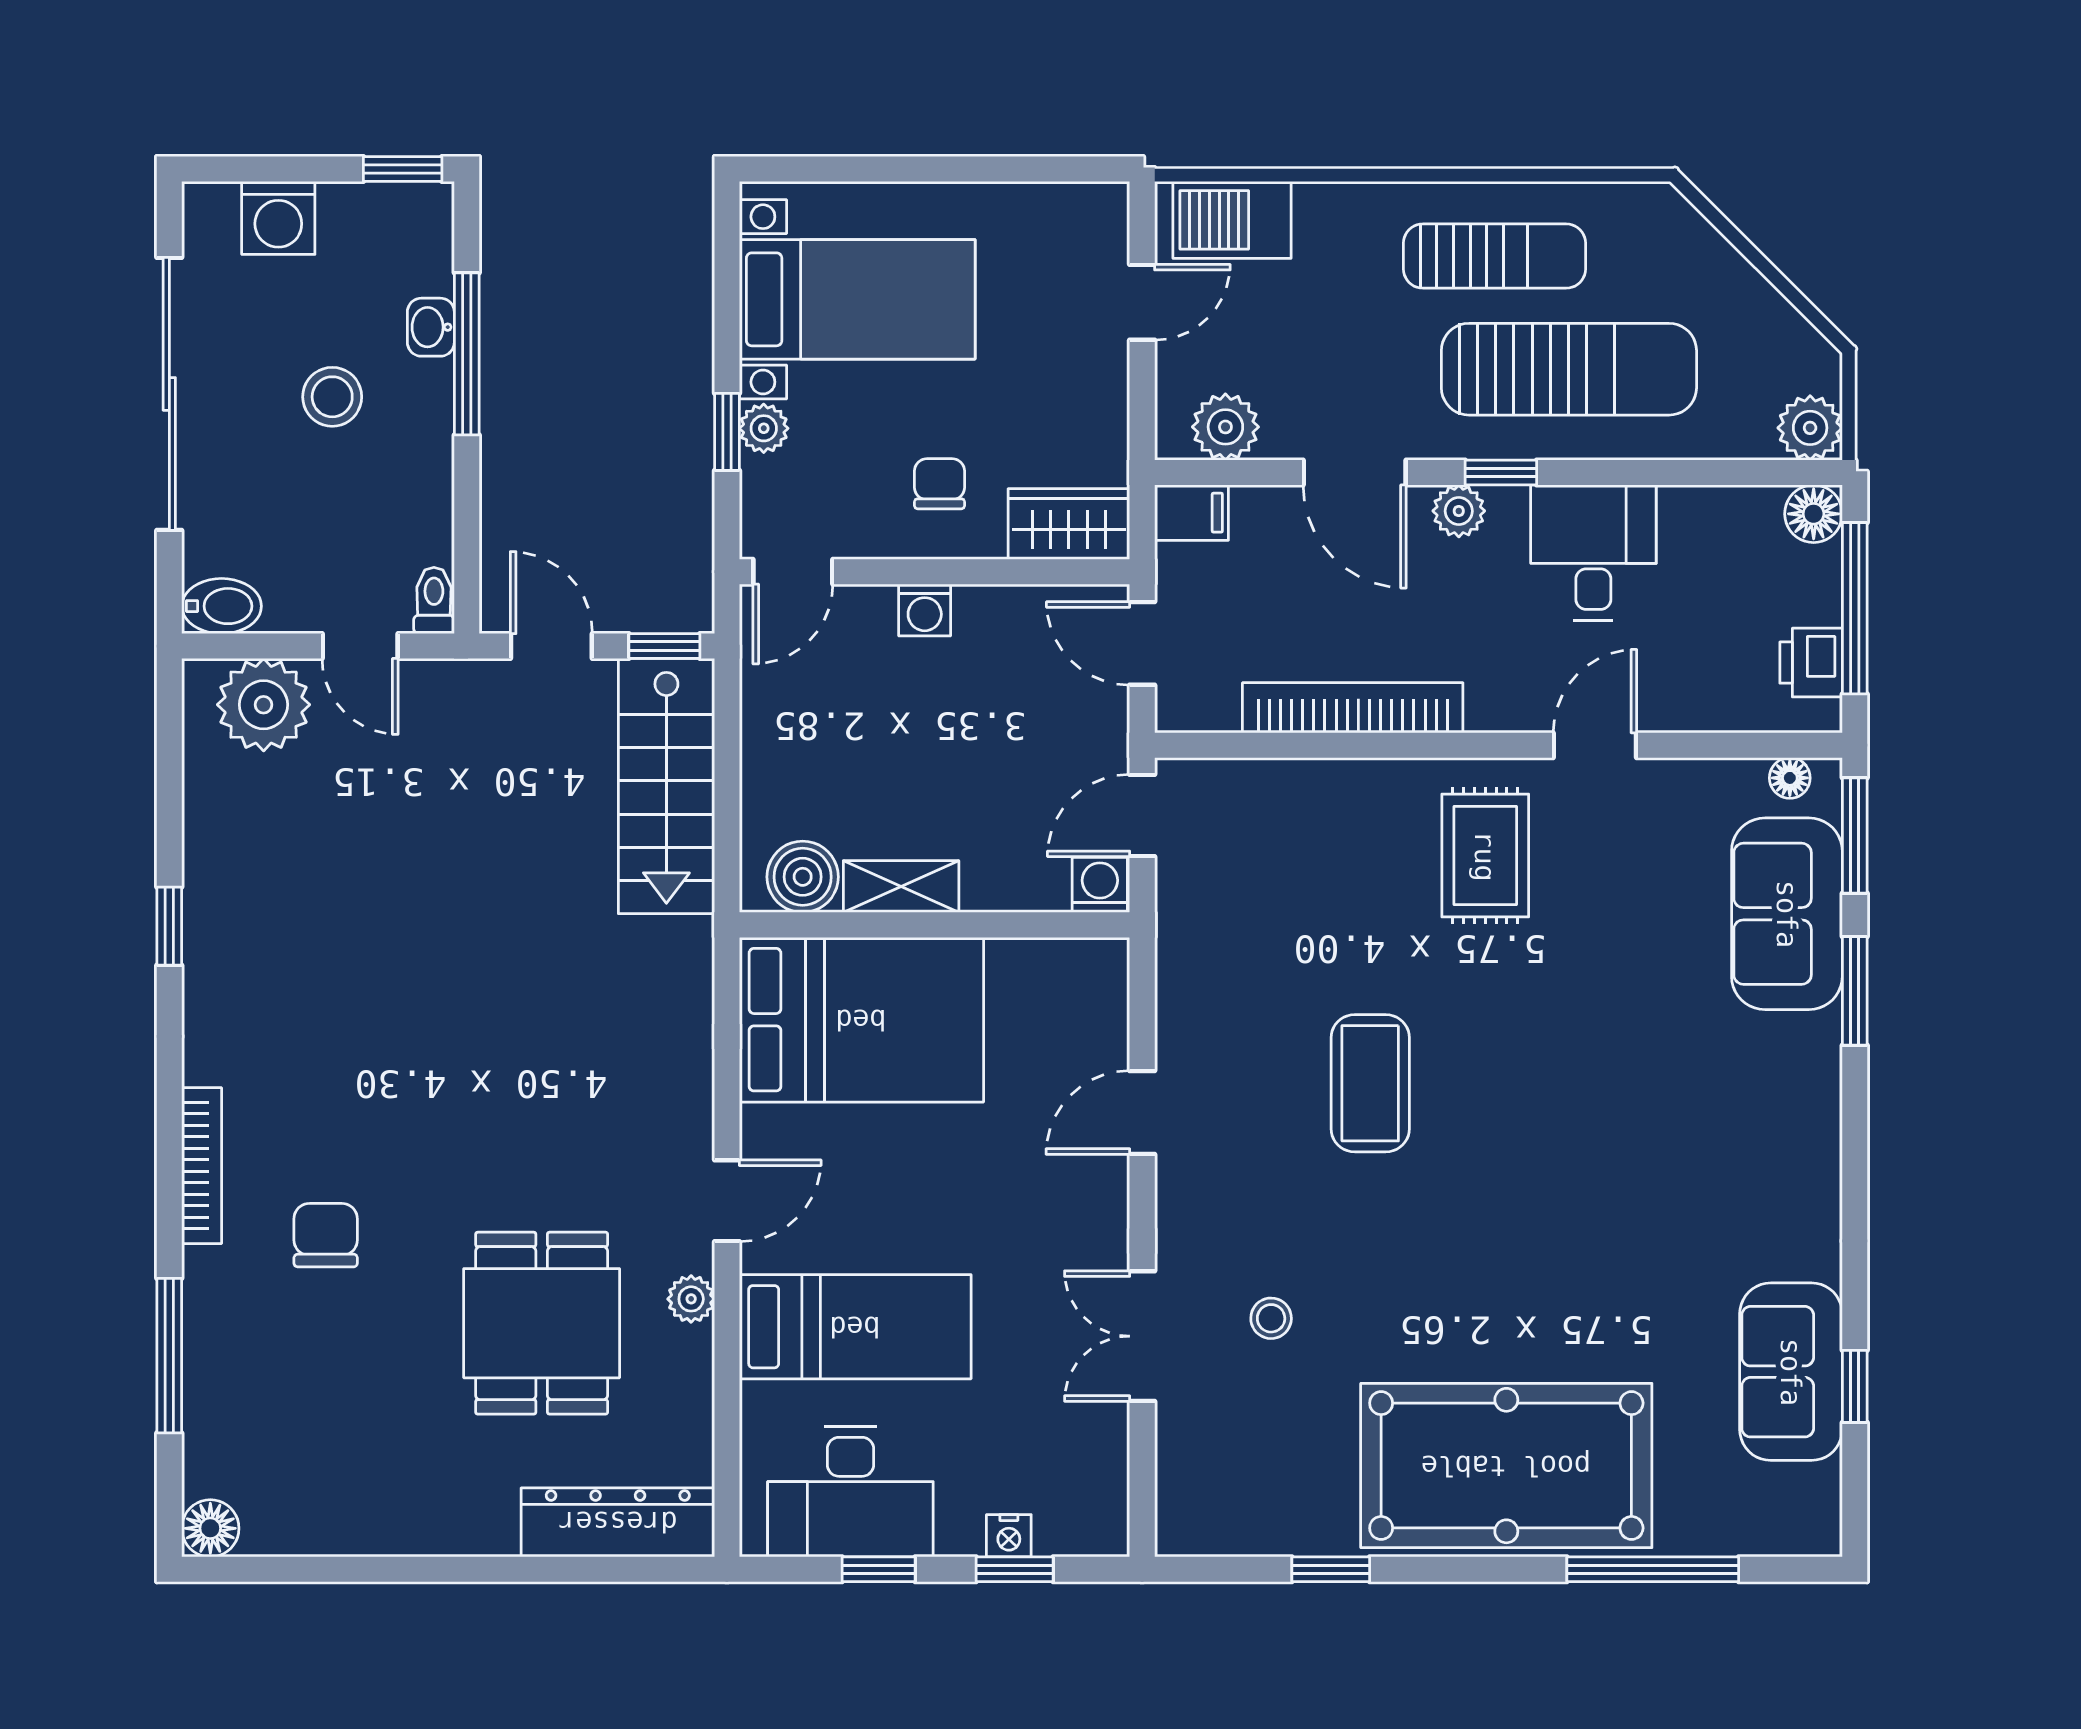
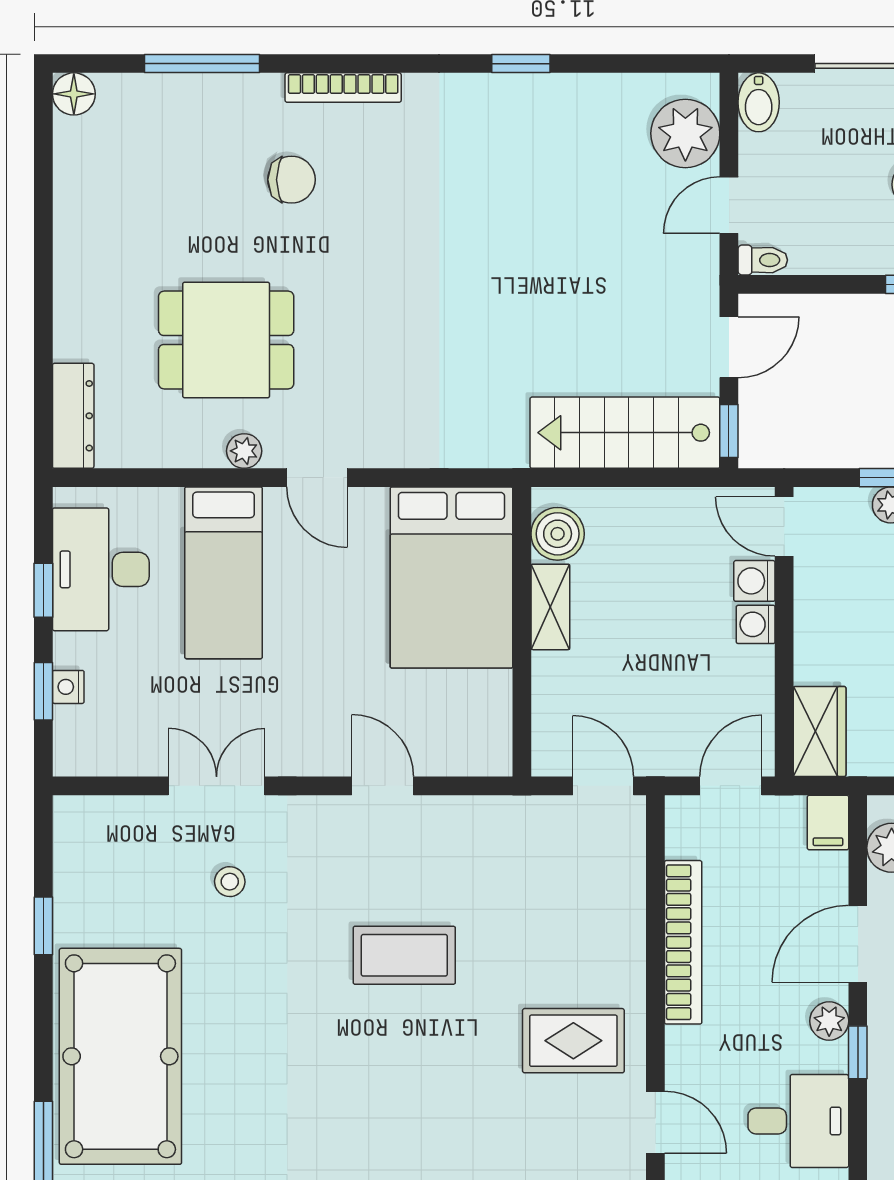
chair: (939, 484) -> (849, 635), removed
washing machine: (1100, 885) -> (754, 581), moved, turned 180
dresser: (618, 1522) -> (73, 416), width x0.73, depth x0.80

